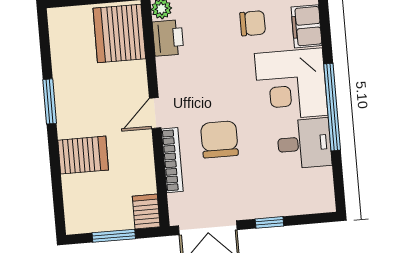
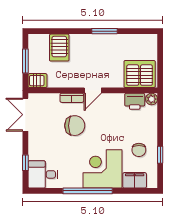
door: (155, 113) -> (93, 90), swing flipped
desk: (304, 143) -> (43, 174), moved, turned 90
server rack: (83, 155) -> (59, 48), moved
bookcase: (172, 160) -> (72, 98), width x0.64
window: (269, 222) -> (25, 163), moved

